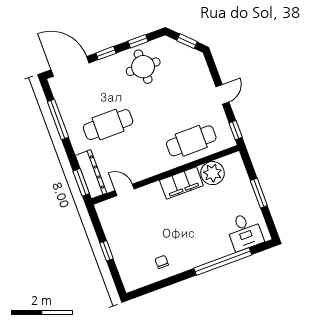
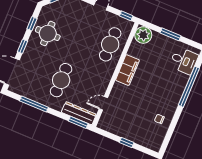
plant: (213, 173) -> (143, 35), moved

